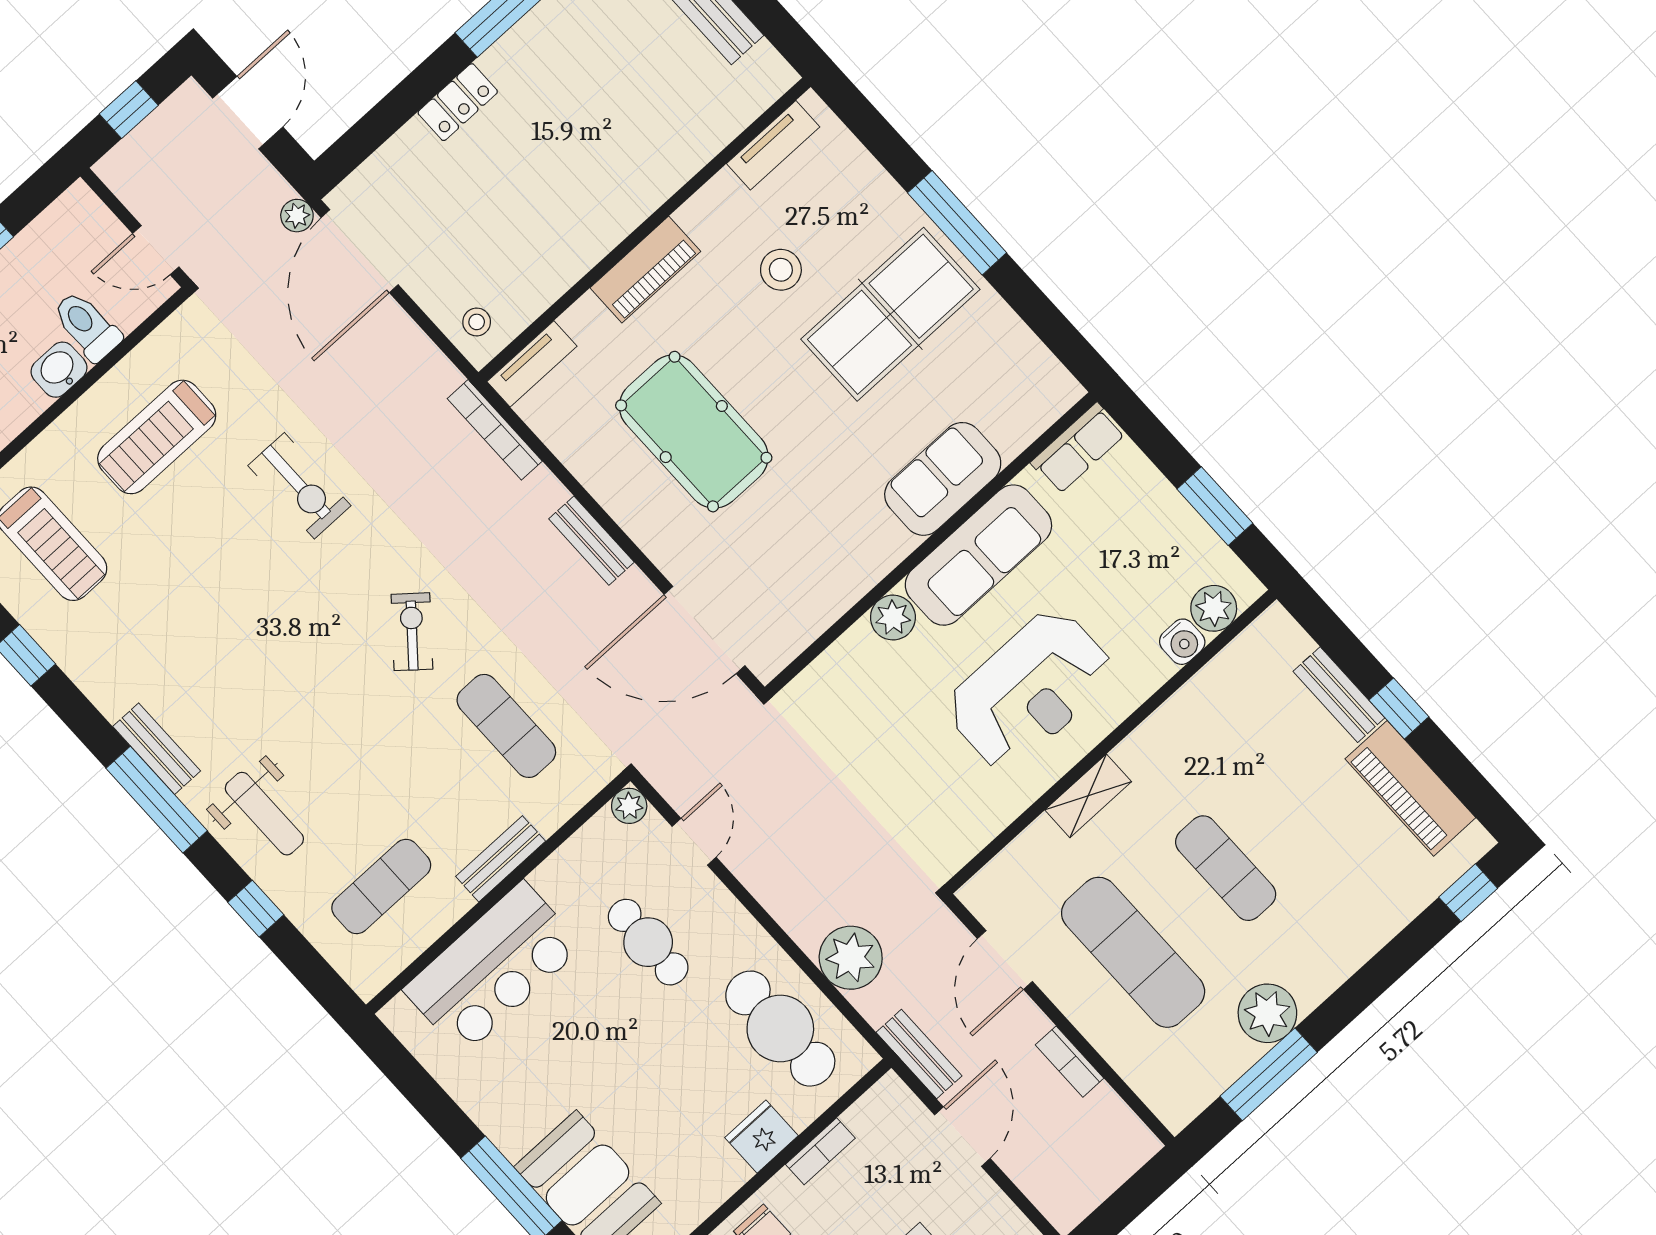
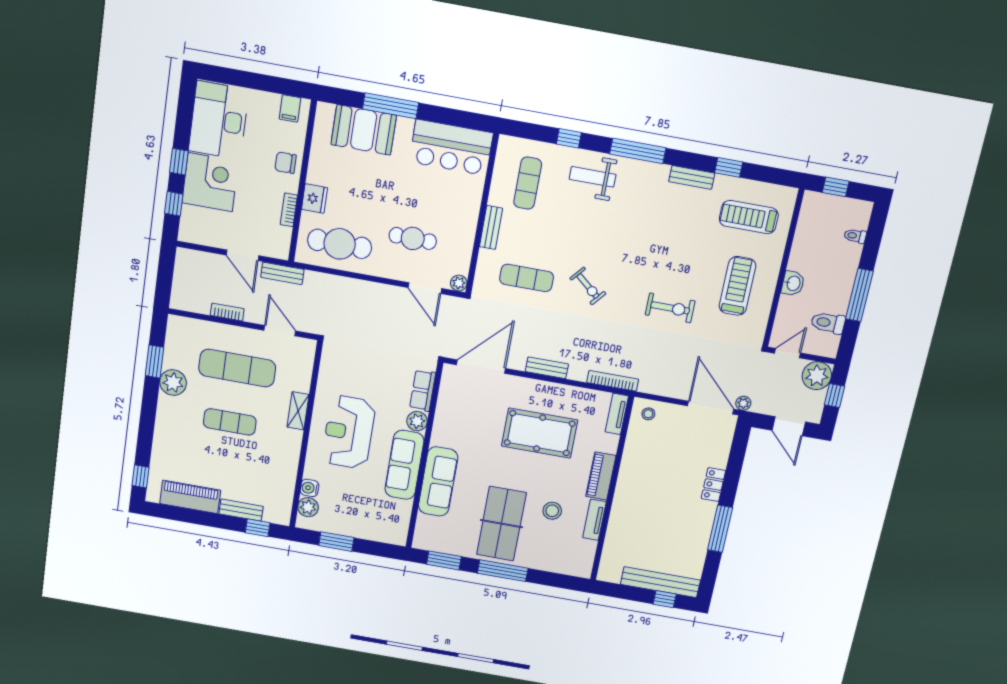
tv unit: (773, 145) -> (594, 520), moved
window: (1048, 323) -> (444, 560), added
toilet: (87, 326) -> (828, 323), moved, turned 180
row of seats: (1078, 448) -> (423, 390), moved
sofa: (943, 479) -> (438, 482), width x1.36
exercise bike: (299, 486) -> (670, 308), turned 180
window: (1399, 708) -> (258, 528), moved
bench: (157, 749) -> (692, 177), moved
door: (694, 842) -> (425, 288), width x1.38
plant: (851, 958) -> (817, 376), moved
bar counter: (493, 968) -> (451, 147), moved, turned -90
window: (1269, 1074) -> (155, 361), width x0.69

